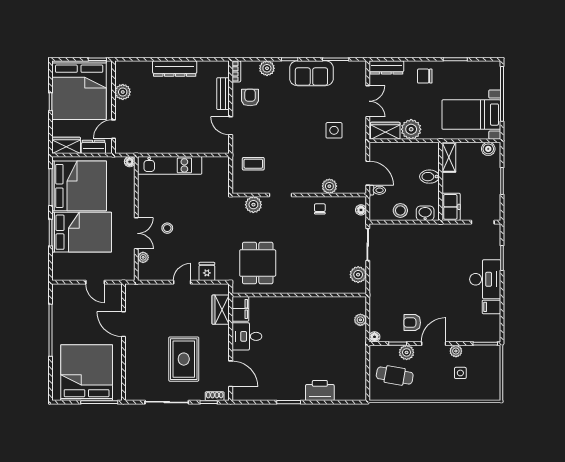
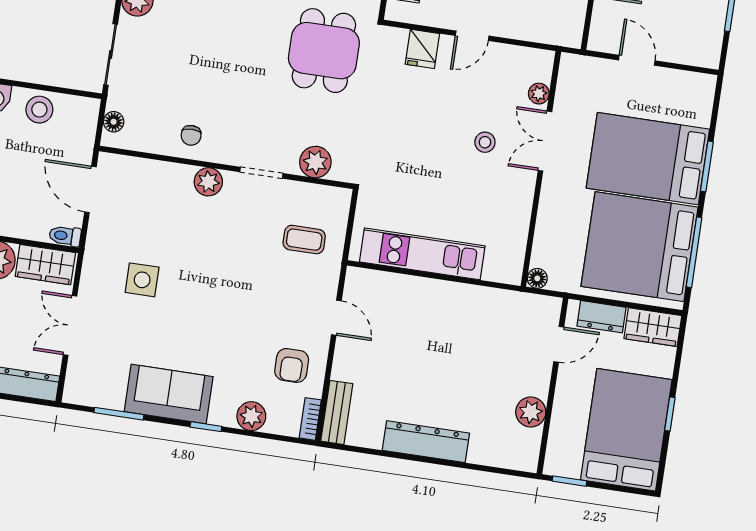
bed: (79, 90) -> (626, 430), width x0.73
bench: (223, 94) -> (337, 412), moved
kitchen unit: (170, 165) -> (422, 254), moved
plant: (329, 186) -> (208, 182), moved
toilet: (377, 190) -> (65, 236), moved

